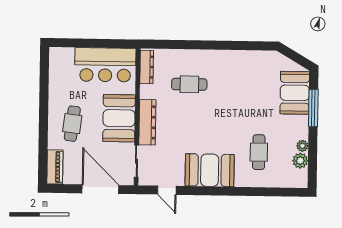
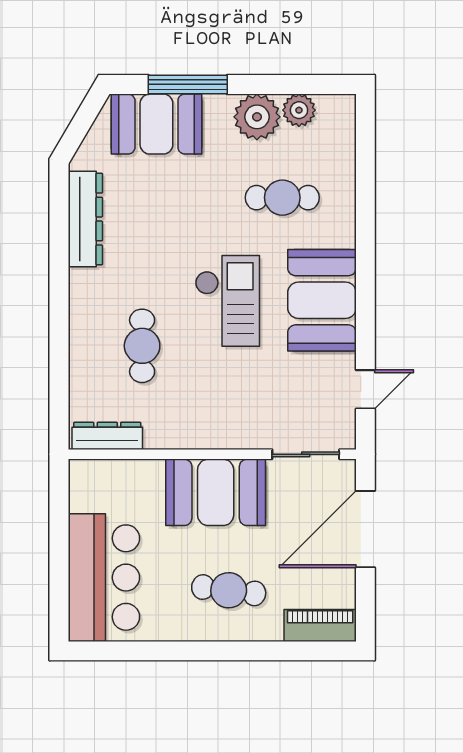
bar counter: (105, 65) -> (104, 578), moved
dresser: (147, 122) -> (85, 219), moved, turned 90
checkout: (210, 125) -> (227, 301), added
plant: (302, 146) -> (257, 117), width x1.88, depth x1.88

